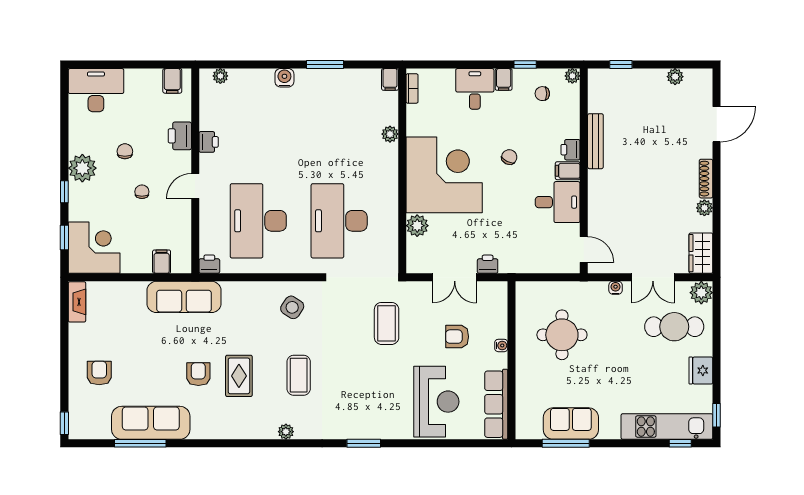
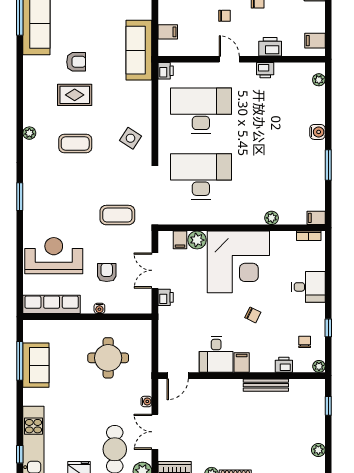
filing cabinet: (504, 79) -> (180, 240), moved, turned -90
printer: (570, 150) -> (284, 365), moved
reception desk: (436, 402) -> (54, 256), turned 180

